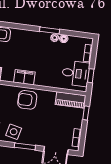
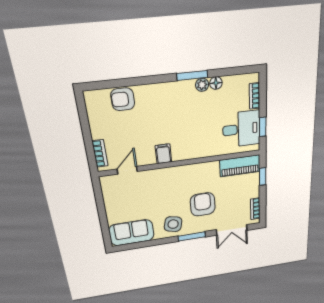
filing cabinet: (24, 77) -> (163, 154), width x0.50
armchair: (27, 100) -> (203, 204), moved, turned 90

